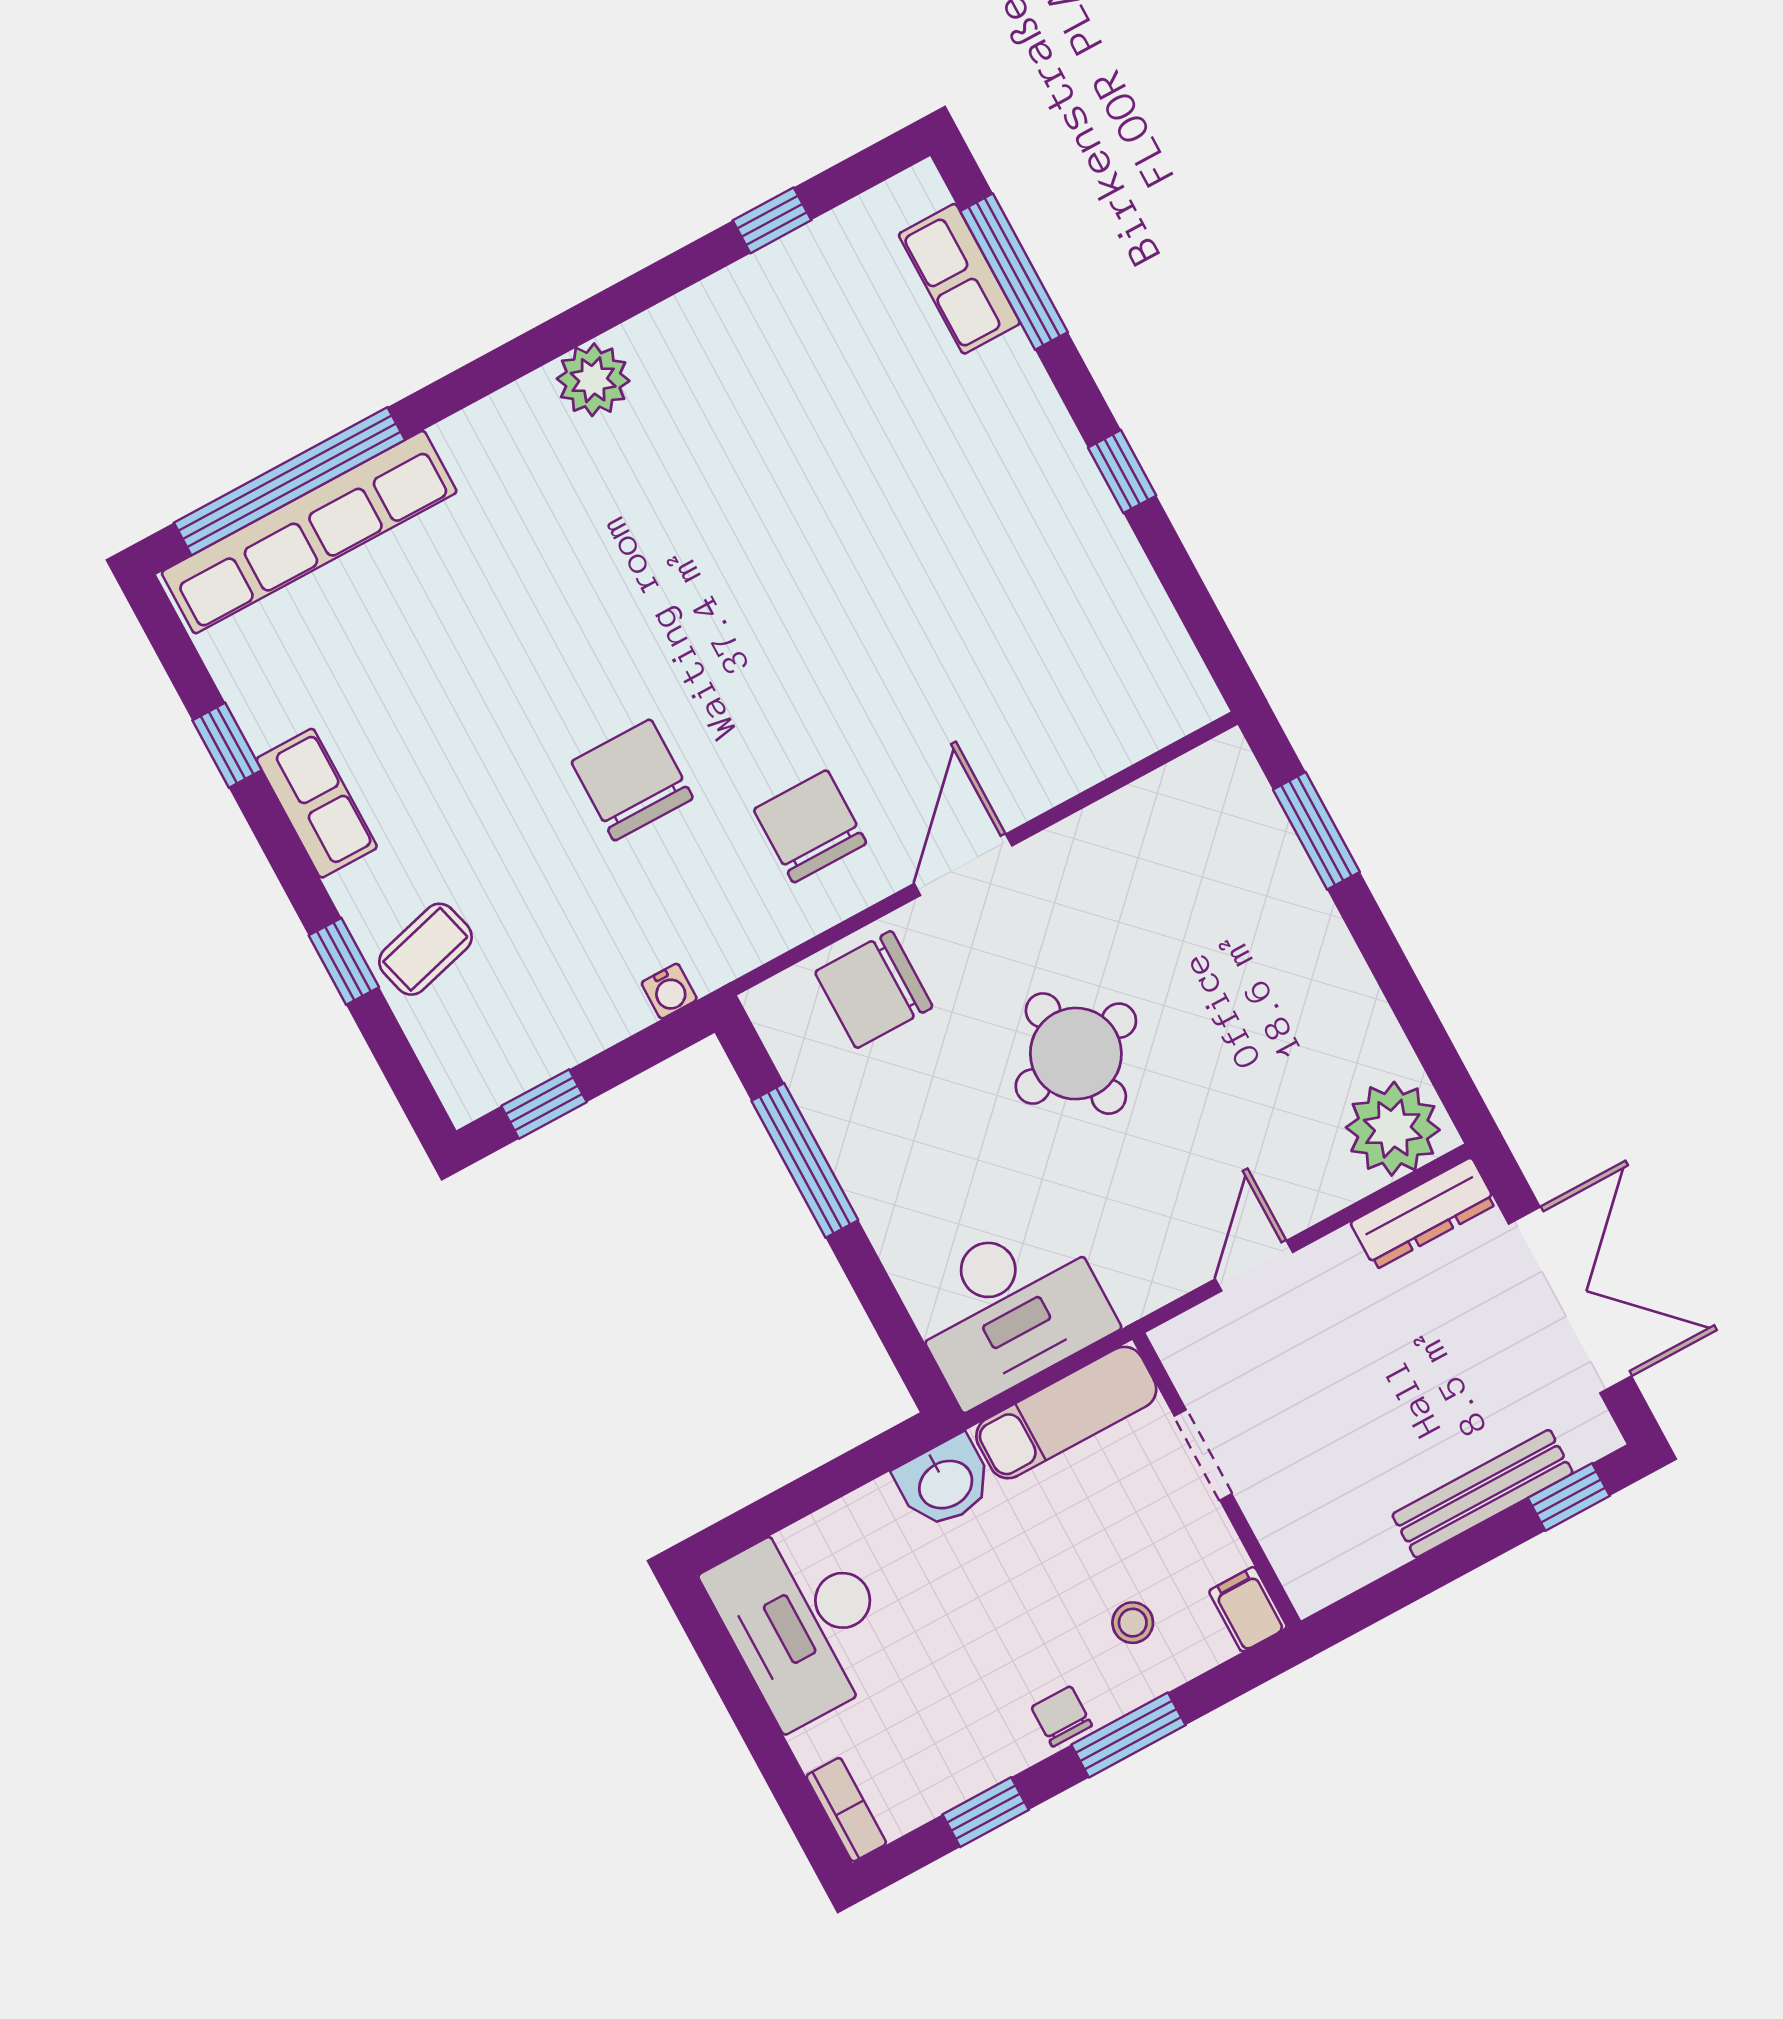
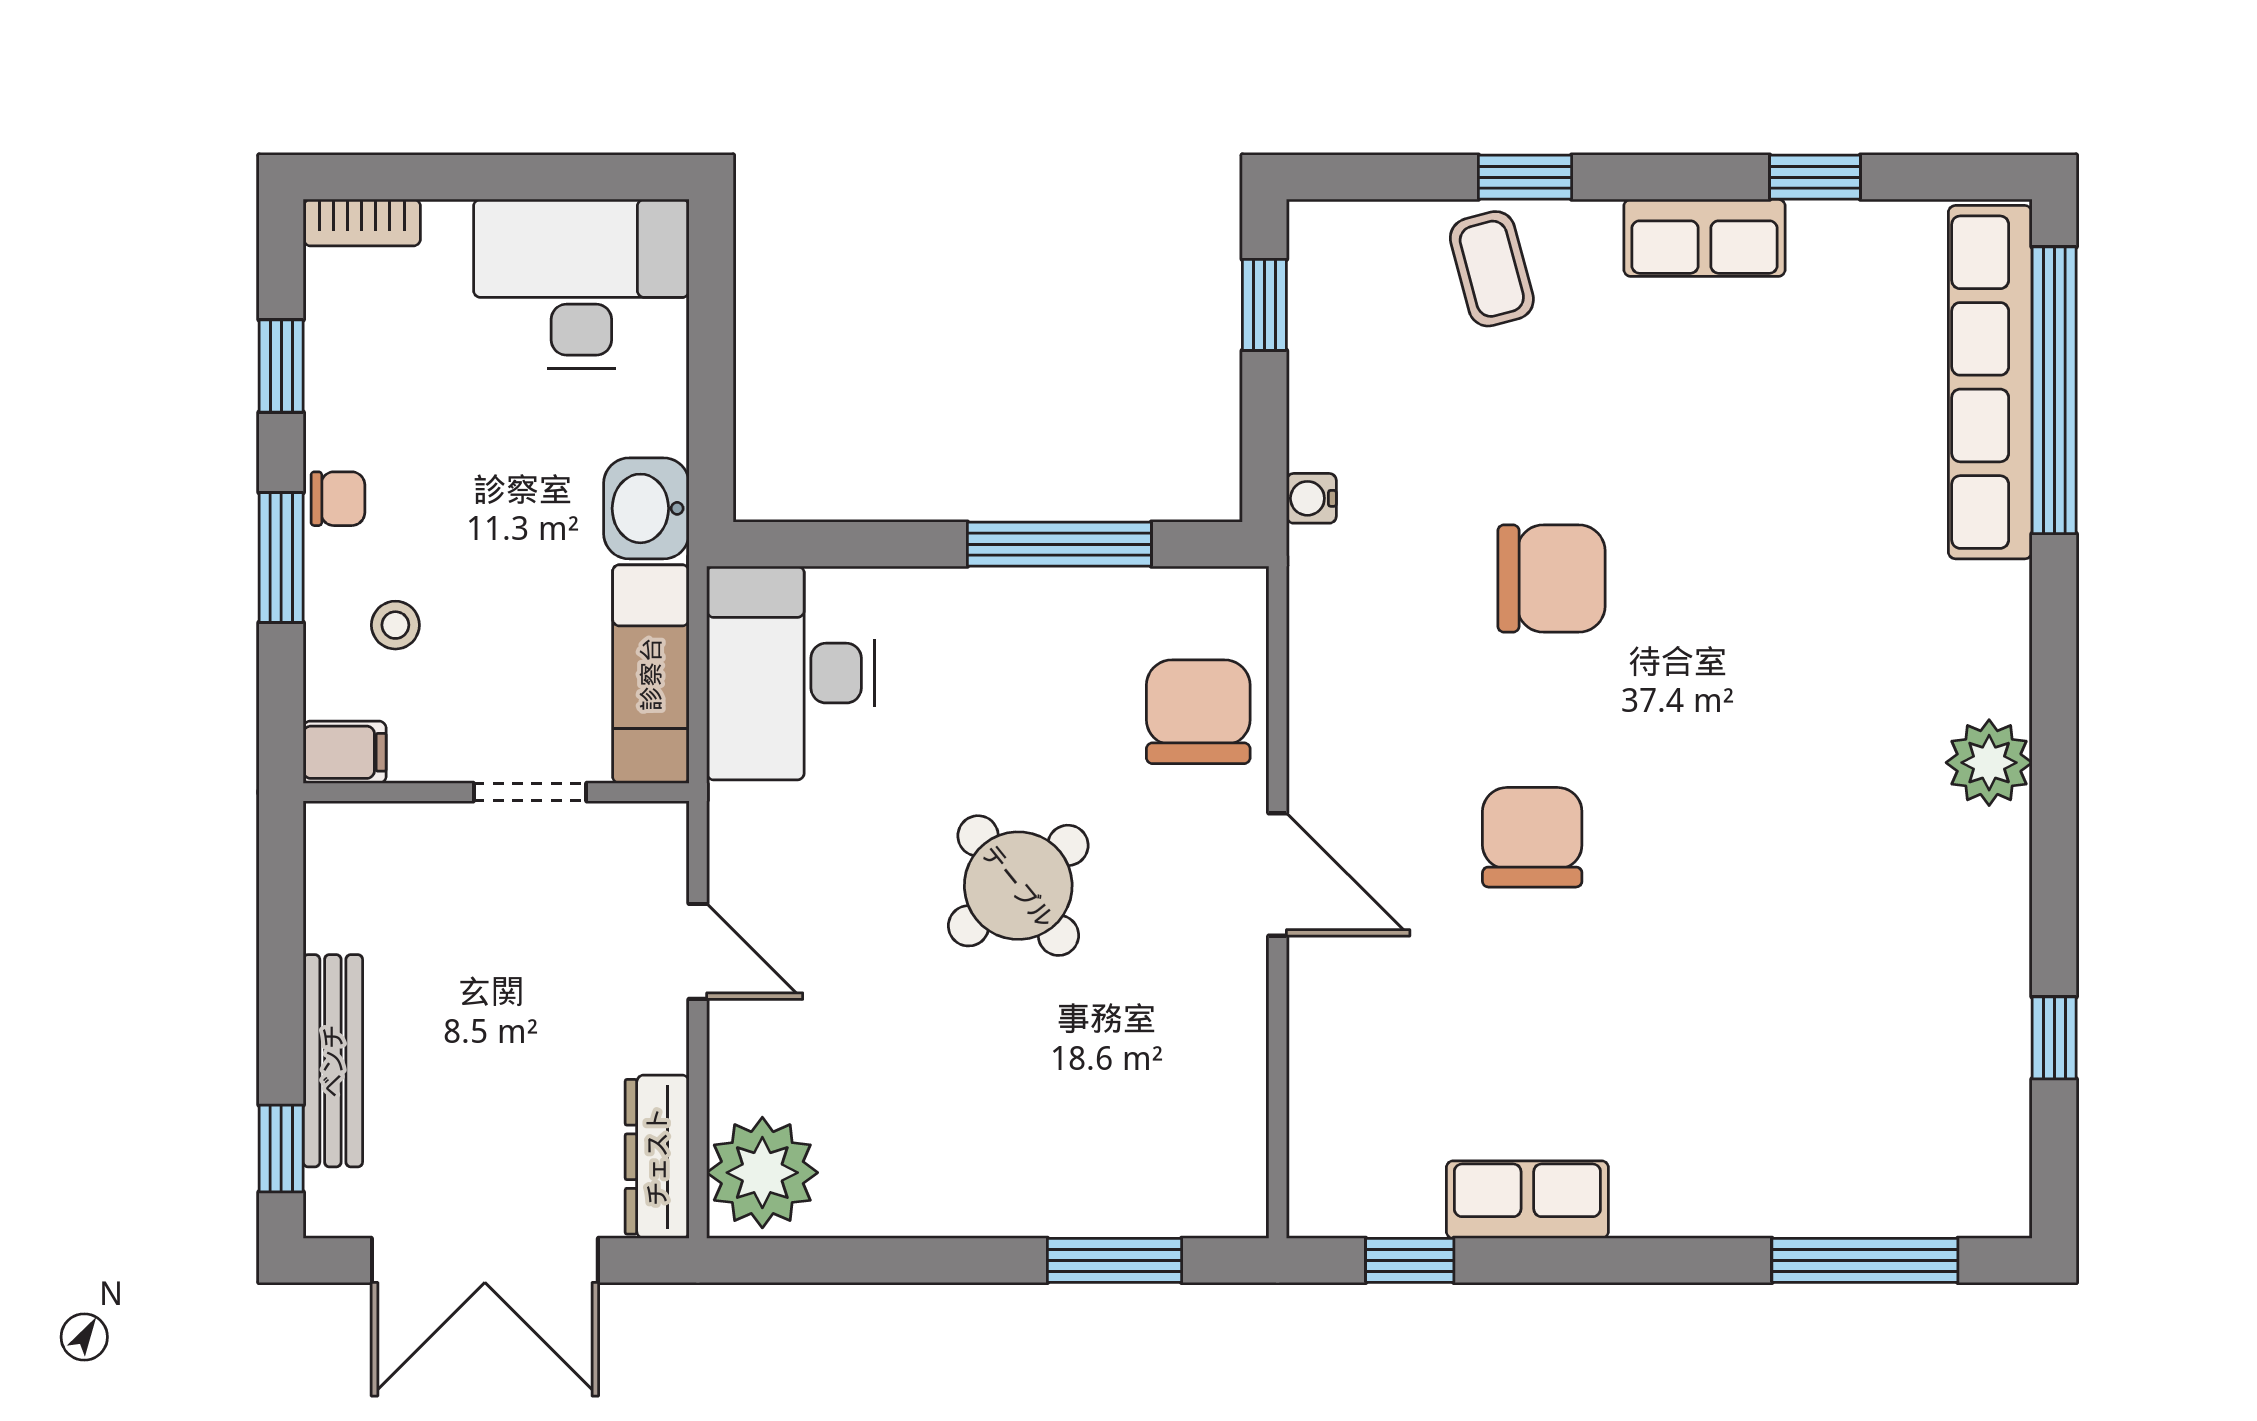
row of seats: (959, 279) -> (1527, 1200), moved
window: (1122, 472) -> (1410, 1260), moved
chair: (810, 826) -> (1532, 837), moved, turned -90
round table: (1076, 1054) -> (1018, 886), turned -30

